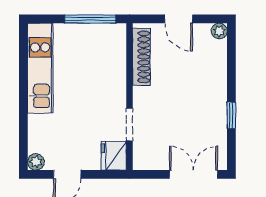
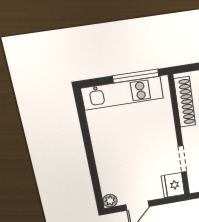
kitchen unit: (40, 68) -> (122, 93), moved, turned 90

